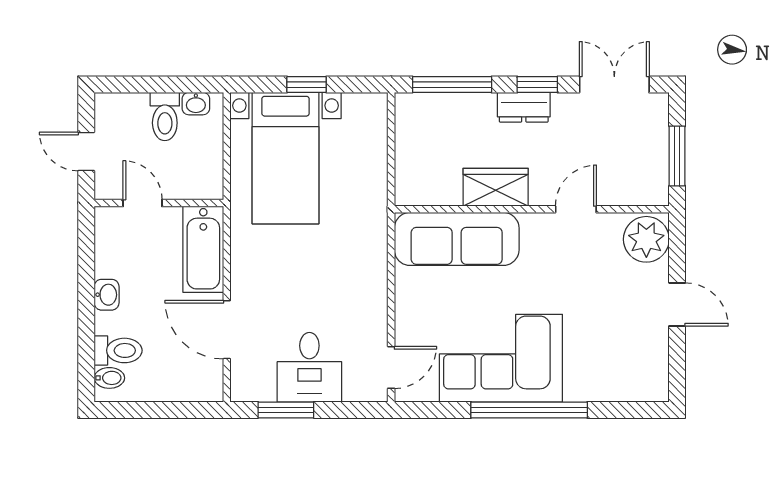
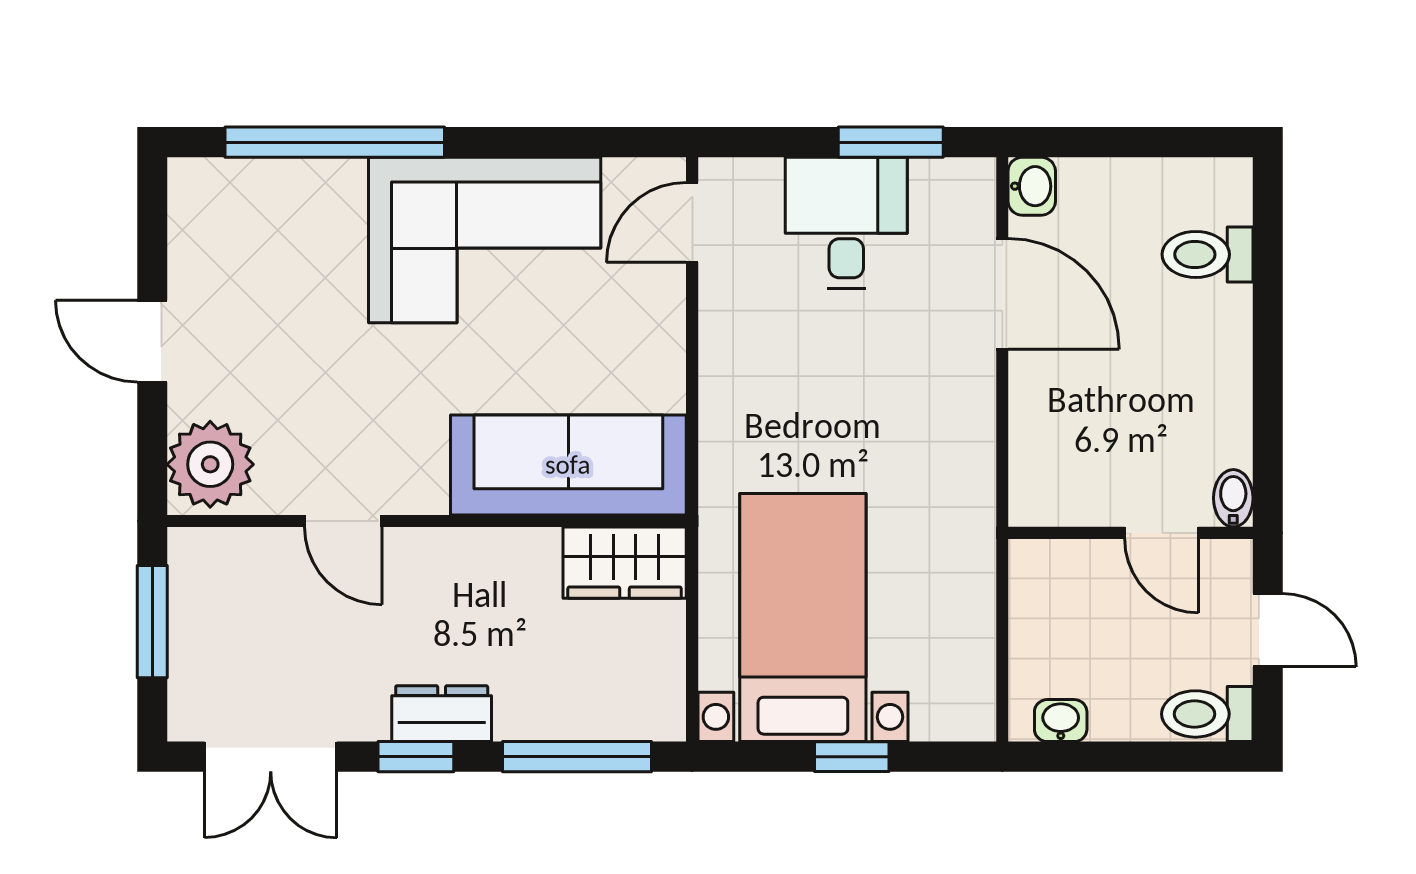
toilet: (165, 117) -> (1207, 714), moved, turned -90
bed with nightstands: (286, 158) -> (803, 618), moved
wardrobe: (496, 187) -> (625, 563), moved
door: (576, 209) -> (343, 521), hinge flipped
bathtub: (203, 249) -> (1047, 445), removed
washbasin: (107, 295) -> (1032, 186), moved, turned 180
bidet: (109, 378) -> (1233, 498), moved, turned 90
window: (529, 410) -> (335, 142), moved

